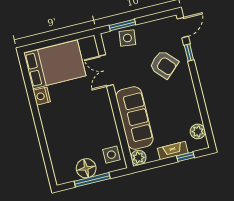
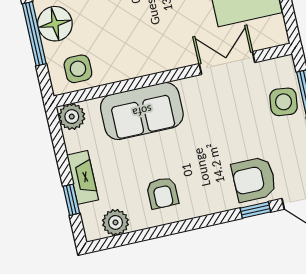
armchair: (164, 65) -> (254, 179), moved, turned 43
armchair: (180, 105) -> (162, 193), added
sofa: (134, 118) -> (142, 111), width x0.73

